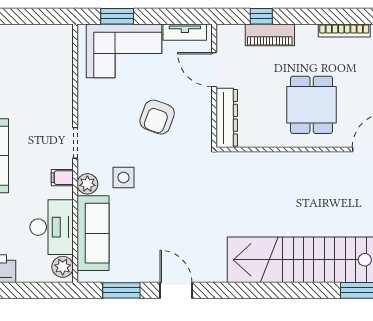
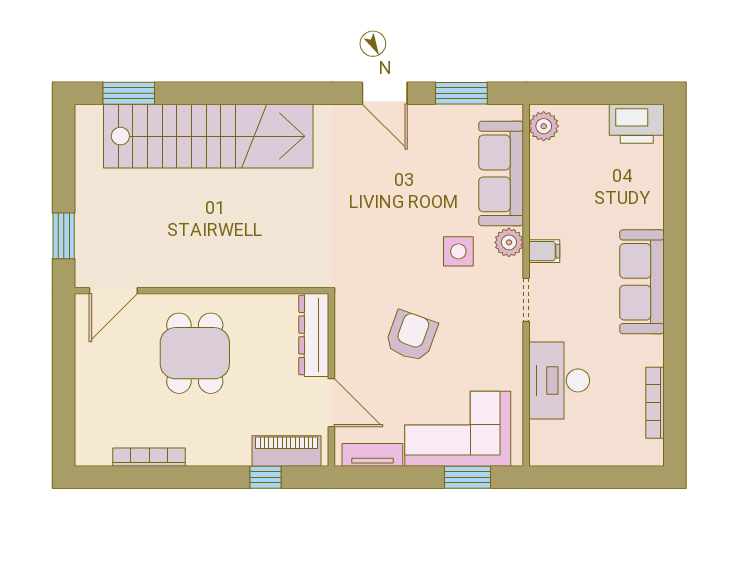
piano: (270, 35) -> (287, 451), moved
desk: (52, 227) -> (559, 380), moved

